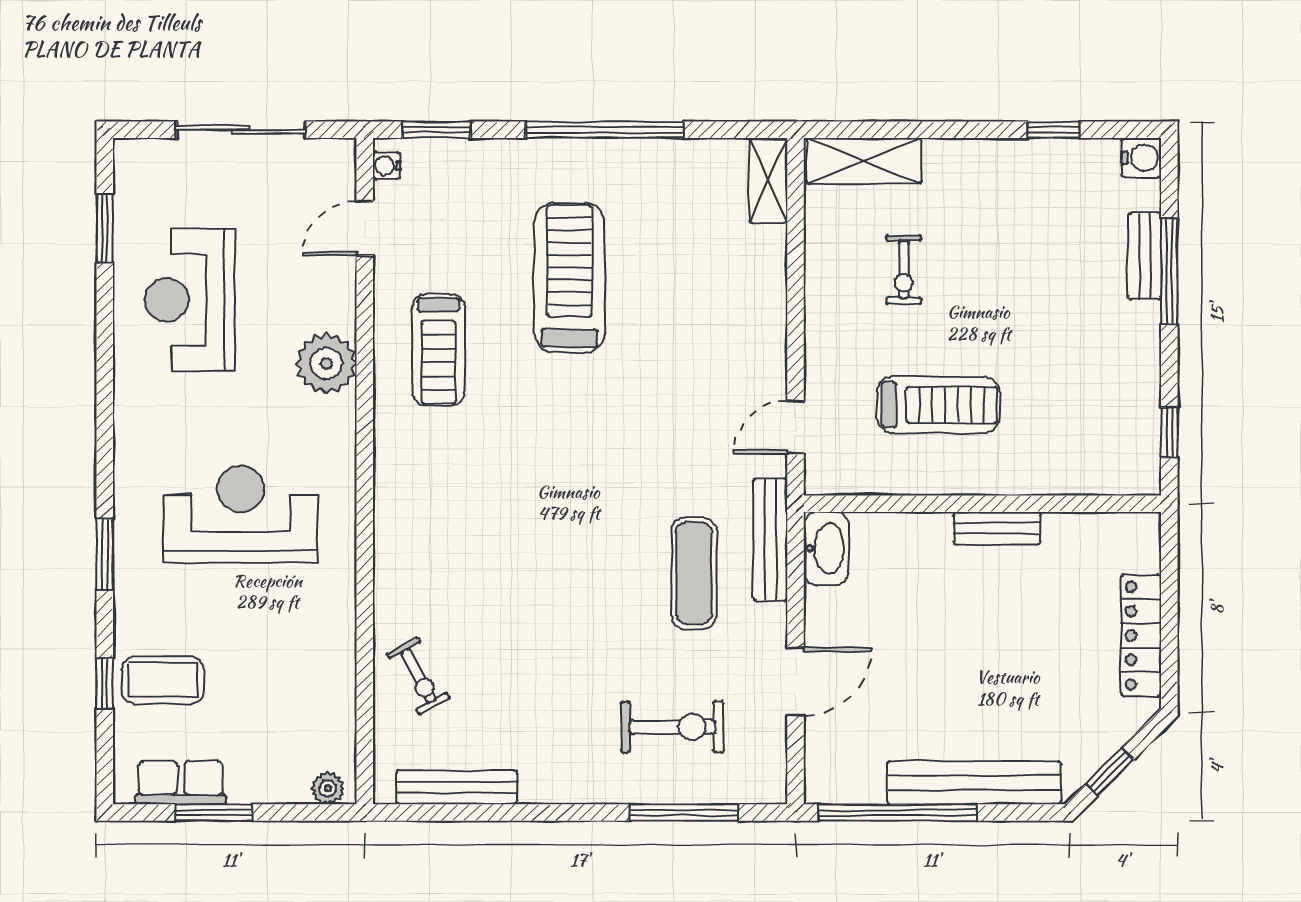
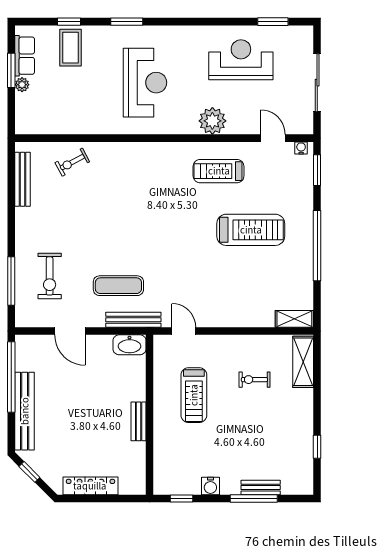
water cooler: (1141, 158) -> (210, 486), moved
plant: (328, 788) -> (22, 85), moved

